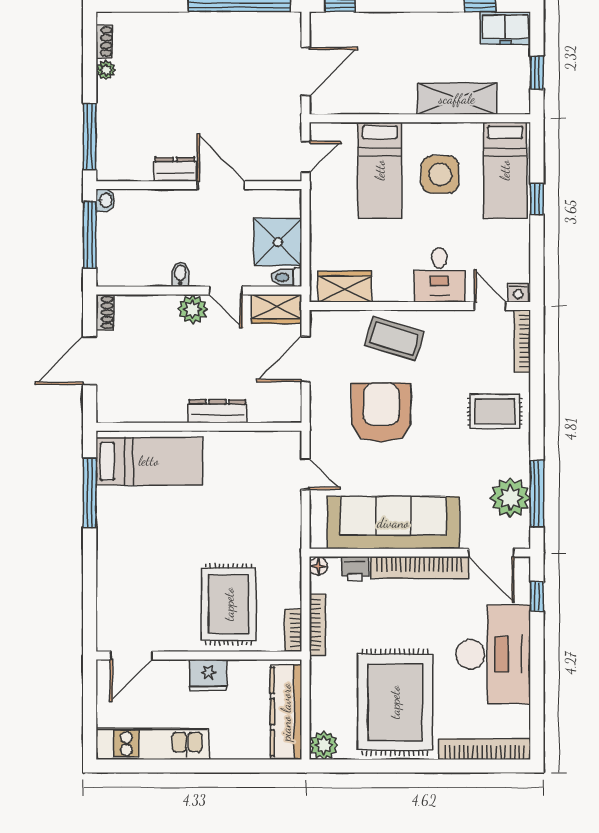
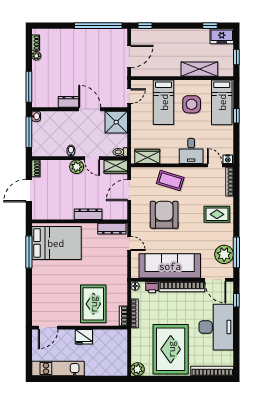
shower: (278, 242) -> (116, 122), moved
dresser: (269, 442) -> (112, 229), added
bed: (149, 461) -> (56, 243), width x1.50
kitchen counter: (286, 712) -> (120, 354), removed

